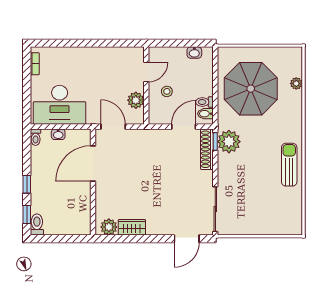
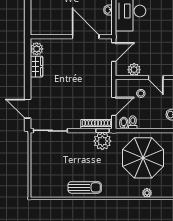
door: (184, 127) -> (114, 106), hinge flipped

